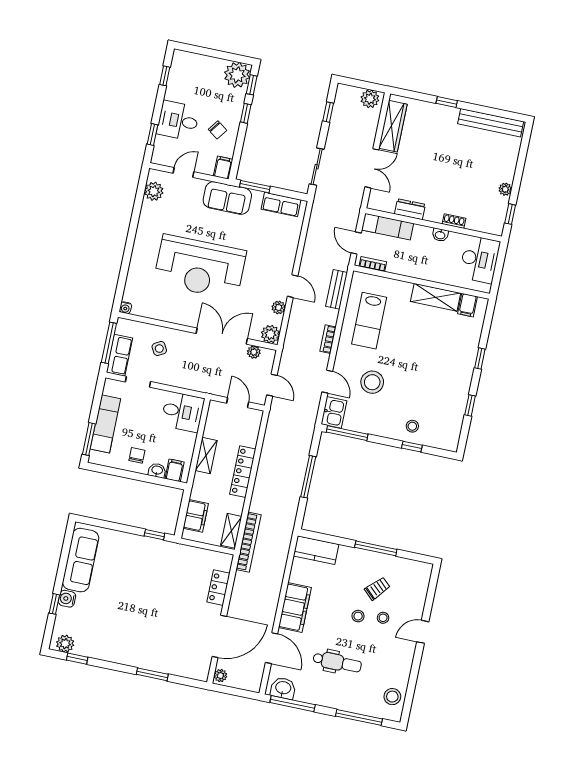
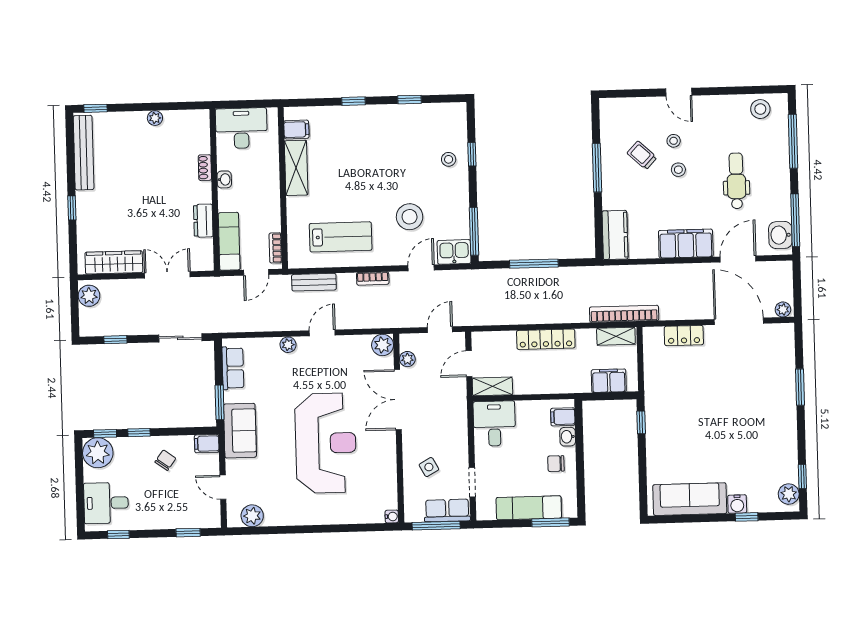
desk: (178, 121) -> (106, 503), moved, turned 90
window: (510, 214) -> (96, 108), moved
plant: (279, 307) -> (288, 345), moved
shelving: (206, 455) -> (492, 386), moved

